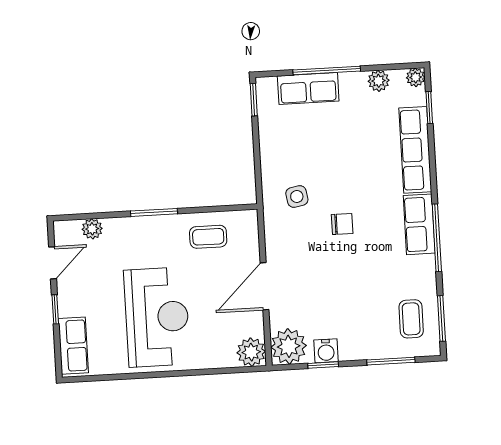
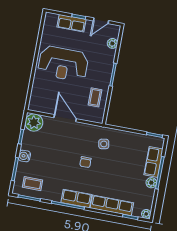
plant: (379, 81) -> (151, 183), moved
door: (53, 263) -> (101, 21), hinge flipped
row of seats: (73, 346) -> (72, 23), moved
water cooler: (326, 351) -> (24, 156), moved
plant: (251, 352) -> (36, 104), removed

